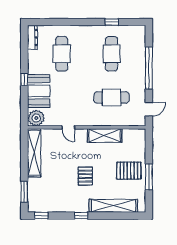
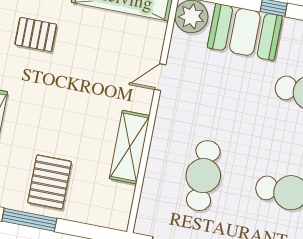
pallet: (85, 176) -> (36, 34), moved

